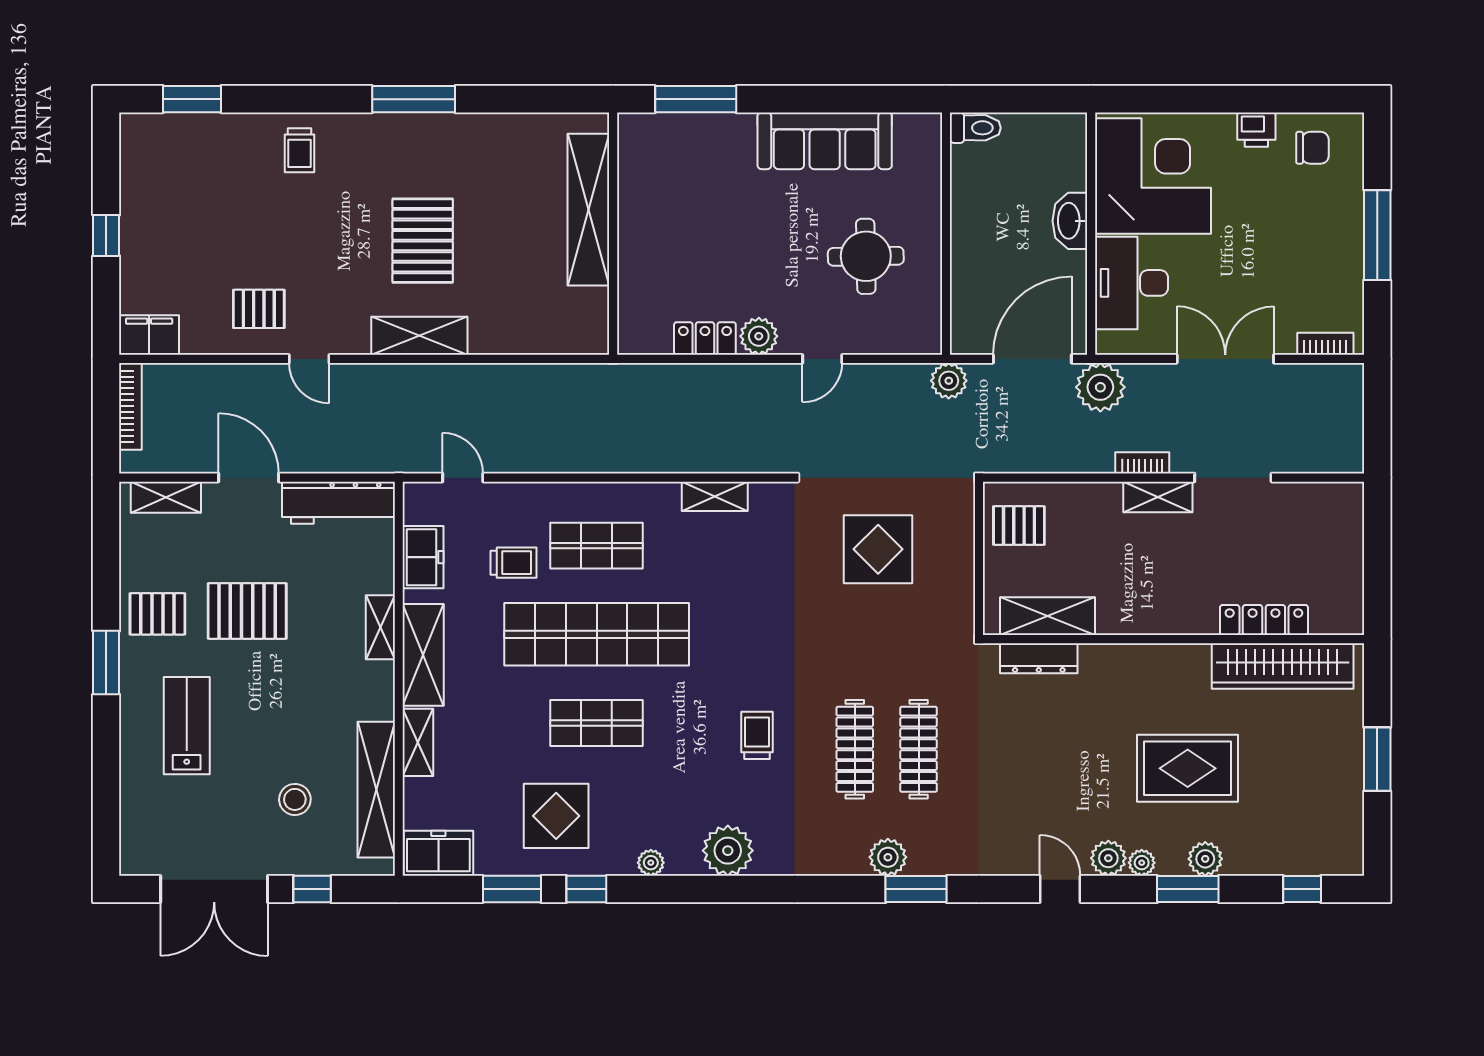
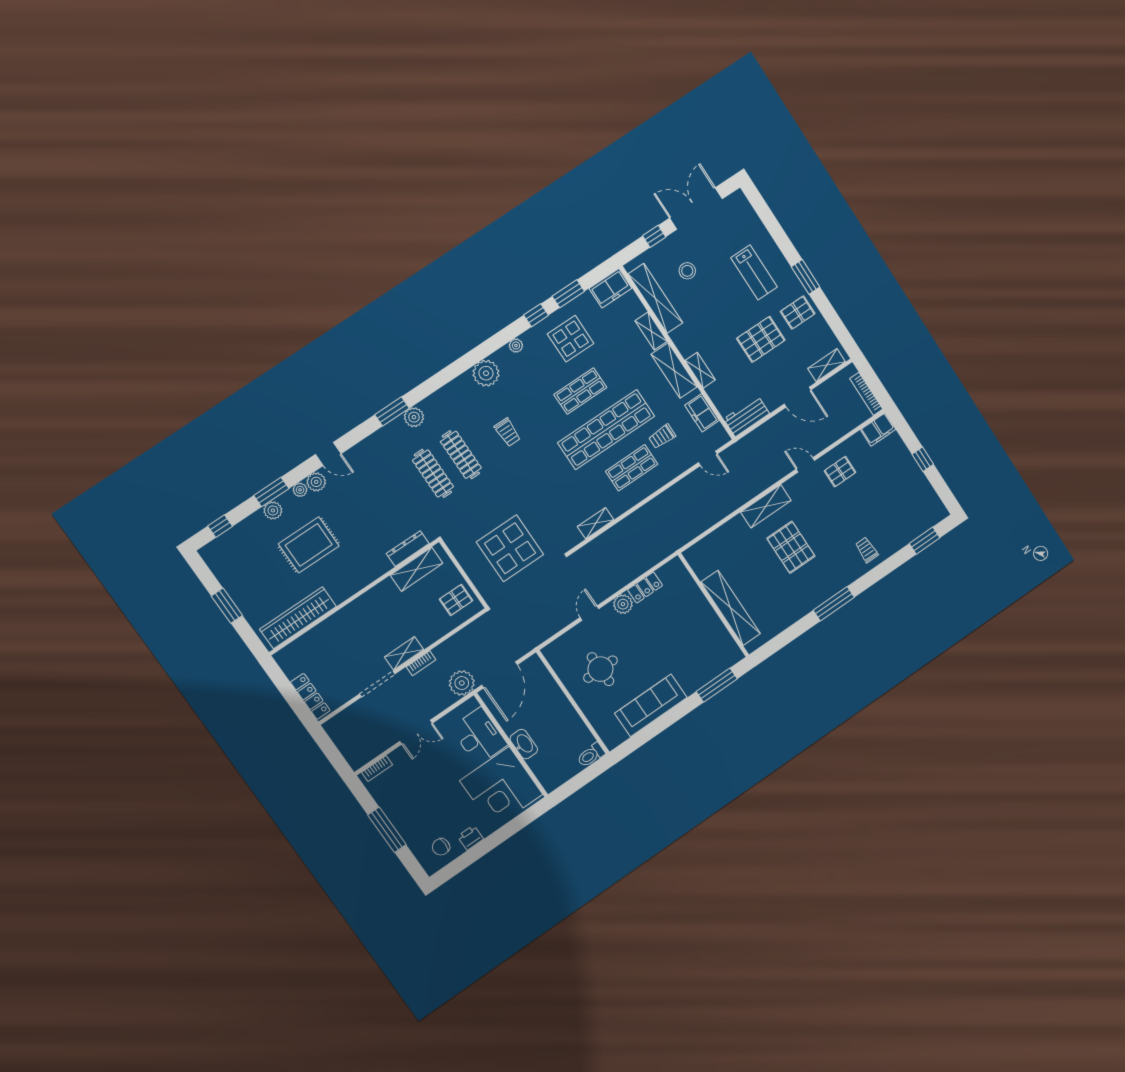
double door: (1225, 359) -> (416, 732), width x0.73
plant: (949, 381) -> (529, 641), removed
workbench: (338, 503) -> (747, 416), width x0.73
display table: (878, 549) -> (510, 548), width x1.36, depth x1.36
locker: (1264, 620) -> (310, 696), moved, turned -90

